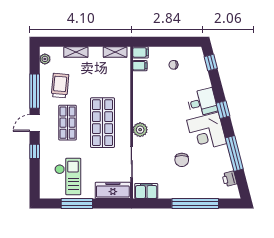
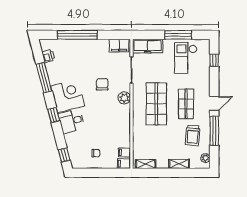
window: (35, 151) -> (214, 60), moved
chair: (182, 160) -> (102, 84), moved

